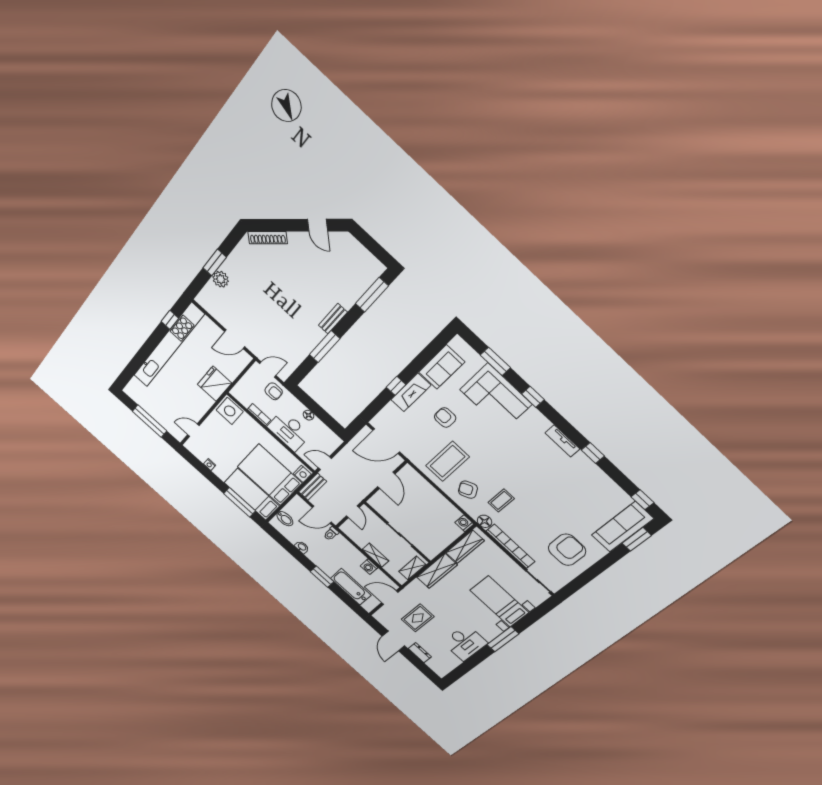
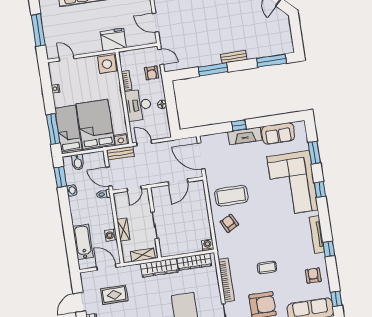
corner sofa: (496, 397) -> (293, 183), width x1.36, depth x1.36
armchair: (445, 417) -> (313, 276), moved
tv unit: (562, 441) -> (317, 235), width x1.41
coffee table: (501, 500) -> (267, 267), moved
floor lamp: (485, 521) -> (223, 252), removed
window: (322, 577) -> (60, 177), moved

